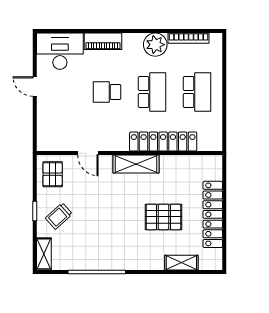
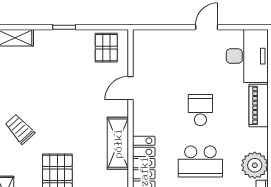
pallet: (53, 174) -> (106, 48), turned 90
trolley: (59, 216) -> (20, 129), moved

